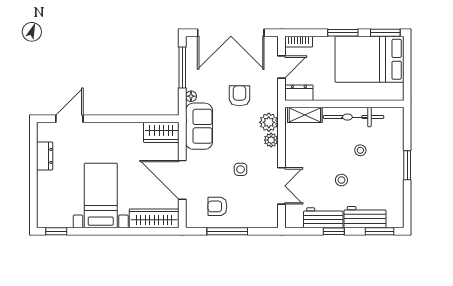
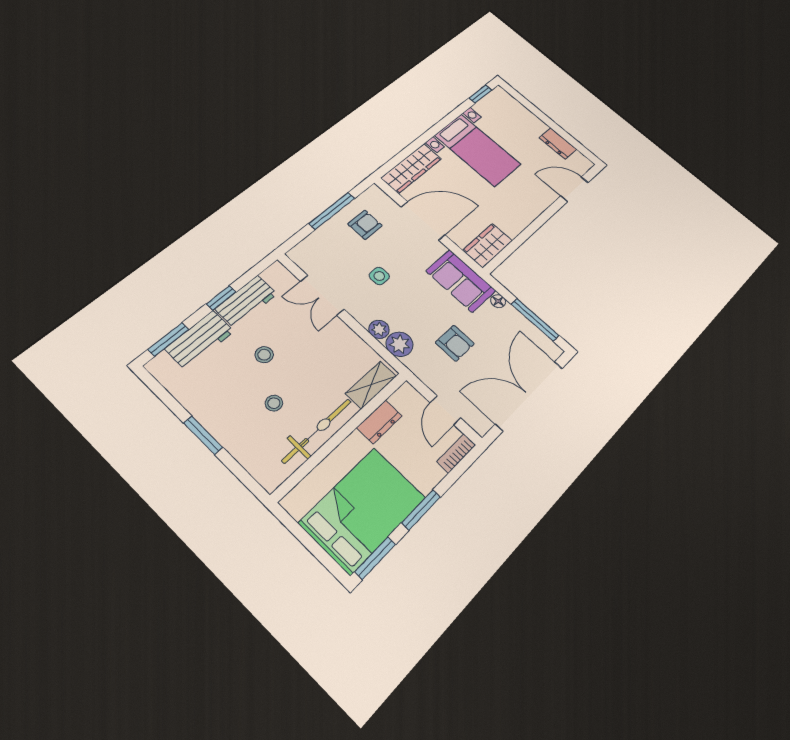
dresser: (299, 93) -> (379, 422), moved
door: (69, 119) -> (574, 189), swing flipped

